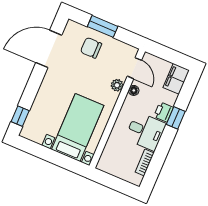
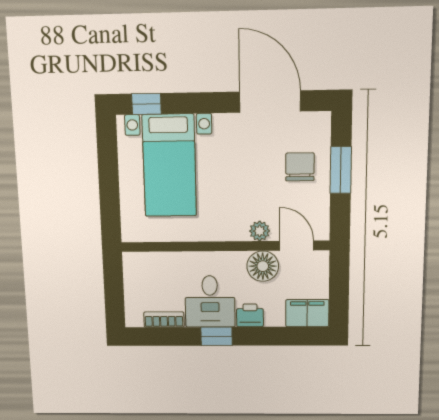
door: (134, 68) -> (297, 246), swing flipped
floor lamp: (134, 90) -> (263, 266), width x1.89, depth x1.89
window: (176, 118) -> (217, 336), moved
bed with nightstands: (78, 127) -> (169, 166), moved, turned 90

